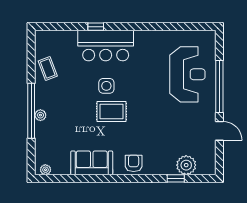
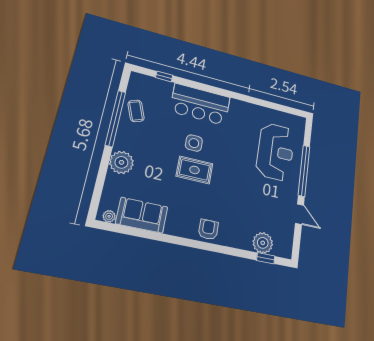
window: (96, 27) -> (164, 76), moved
window: (31, 111) -> (115, 118), moved
plant: (40, 115) -> (121, 162), width x1.87, depth x1.87
sofa: (92, 163) -> (142, 215), moved
window: (176, 178) -> (266, 258), moved

